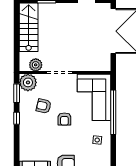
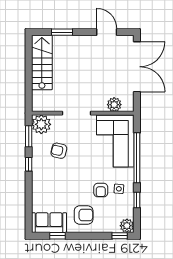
plant: (36, 65) -> (114, 105), moved
armchair: (64, 119) -> (101, 190), moved
window: (113, 150) -> (137, 200), added

